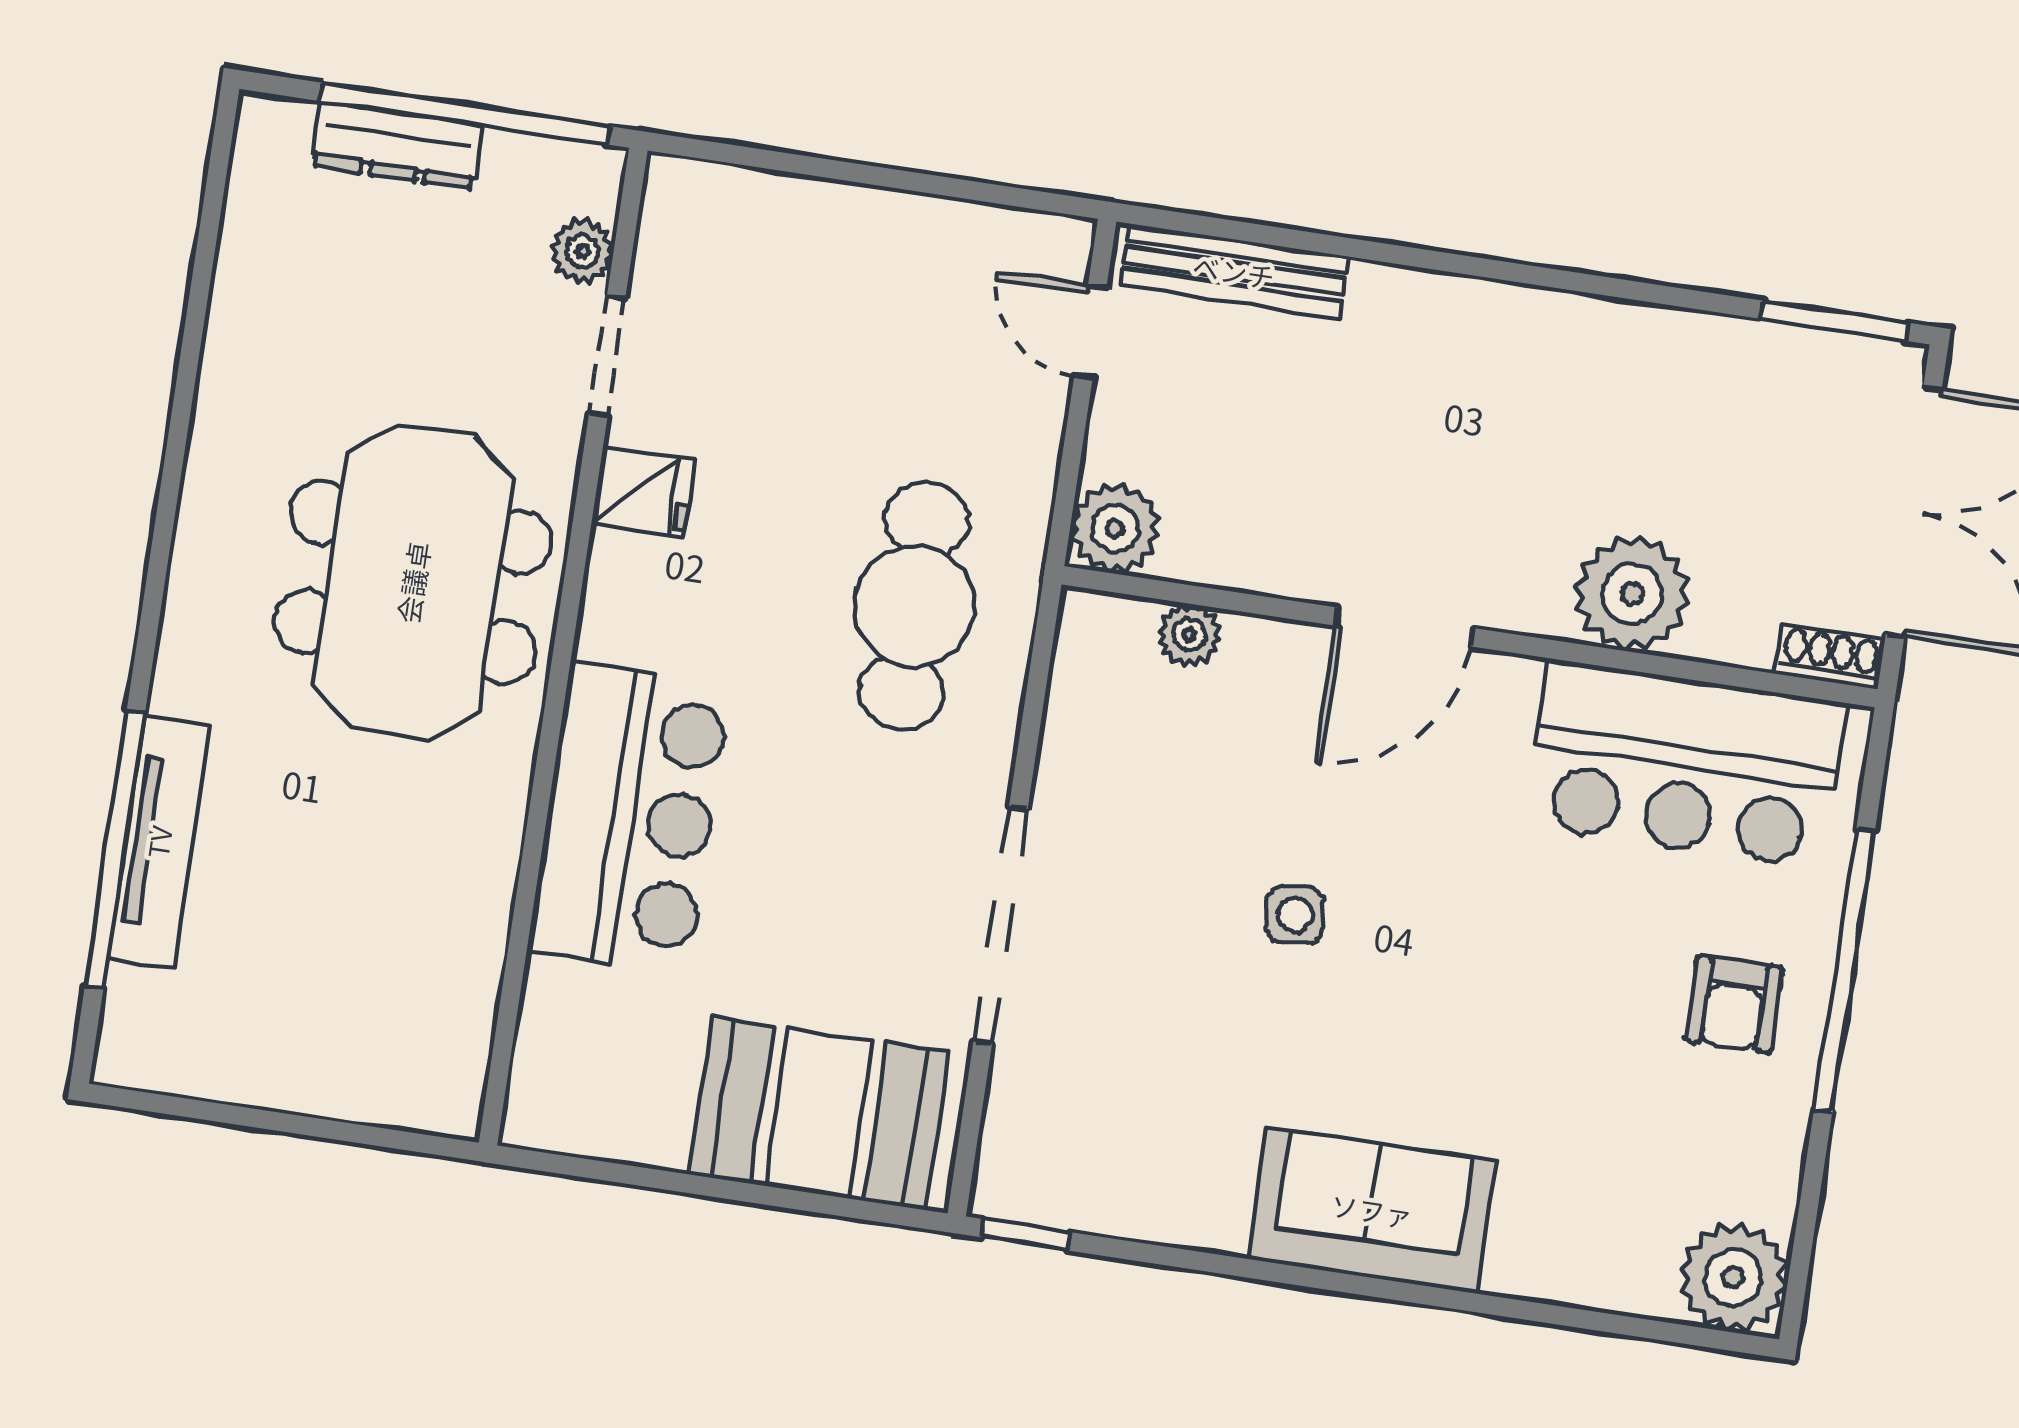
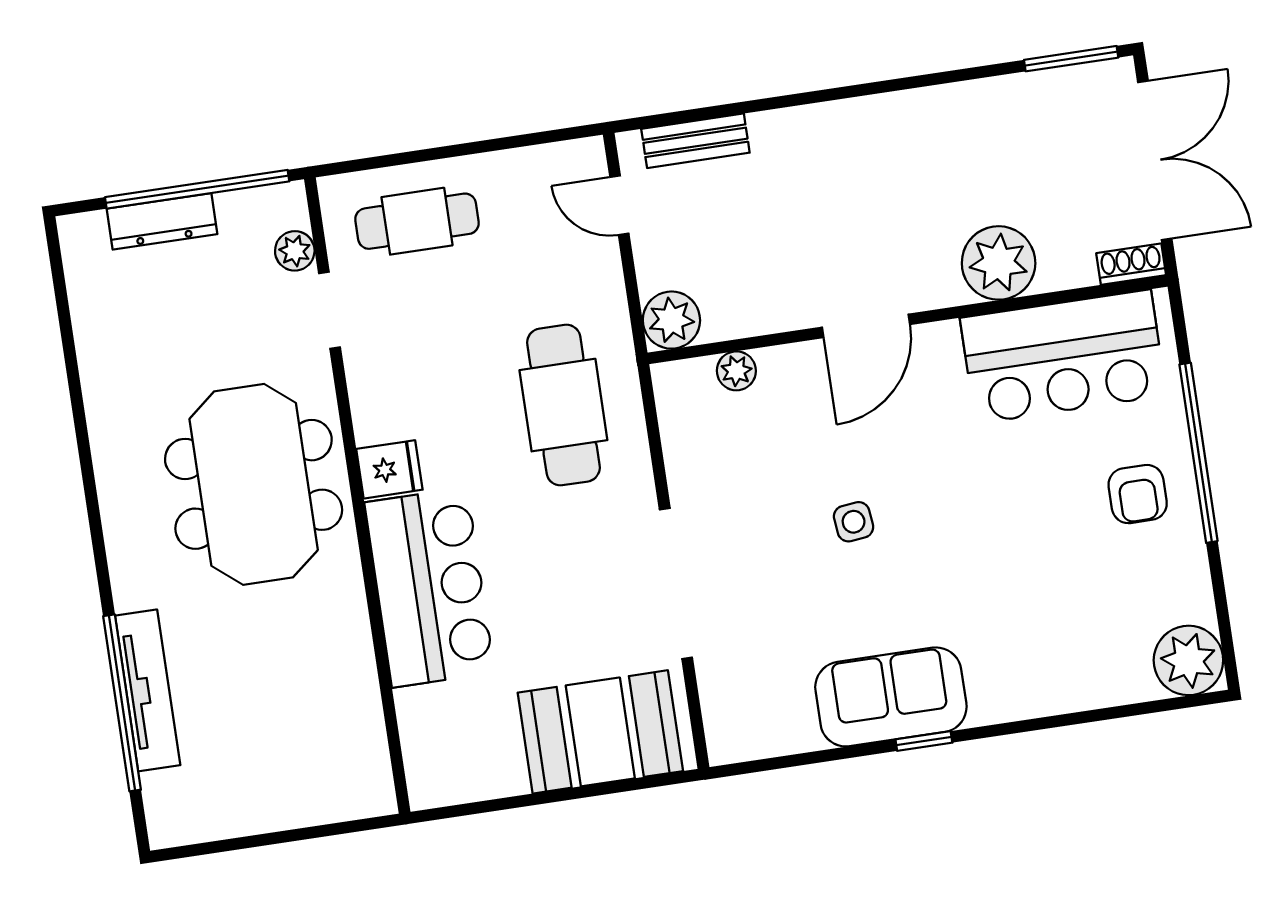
cafe table: (779, 263) -> (417, 221), added
bench: (1234, 271) -> (695, 141), width x0.73
fridge: (643, 492) -> (389, 469), moved
sofa: (1372, 1210) -> (891, 697), moved
window: (1025, 1235) -> (924, 741), moved

